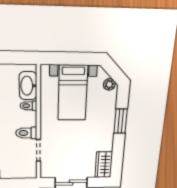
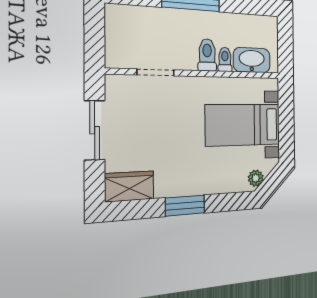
window: (121, 121) -> (185, 206), moved
toilet: (26, 133) -> (207, 55), moved

